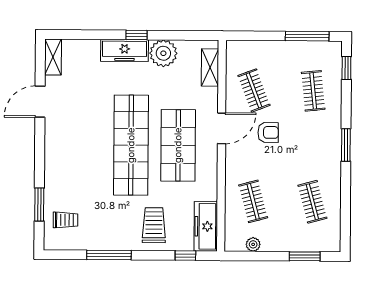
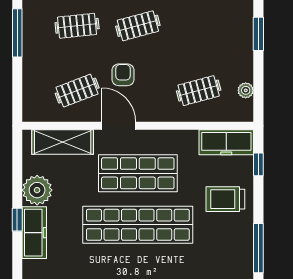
shelving: (210, 68) -> (63, 142), width x1.50, depth x1.33
clothes rail: (312, 202) -> (138, 26), moved

